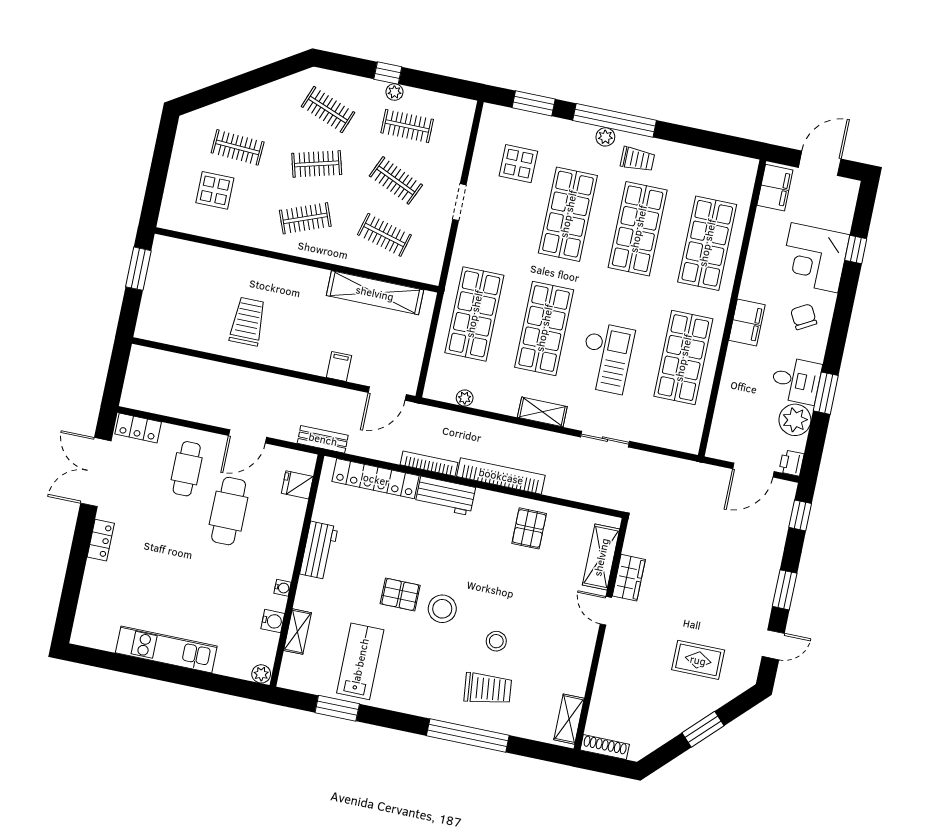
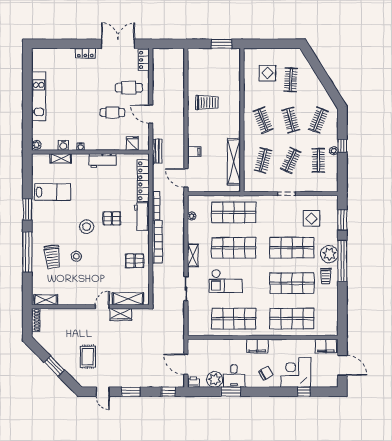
plant: (605, 137) -> (329, 254), width x1.88, depth x1.88
cafe table: (229, 511) -> (112, 112), width x0.73, depth x0.74
pallet: (400, 594) -> (112, 218), moved, turned 90
window: (337, 708) -> (27, 209), moved

